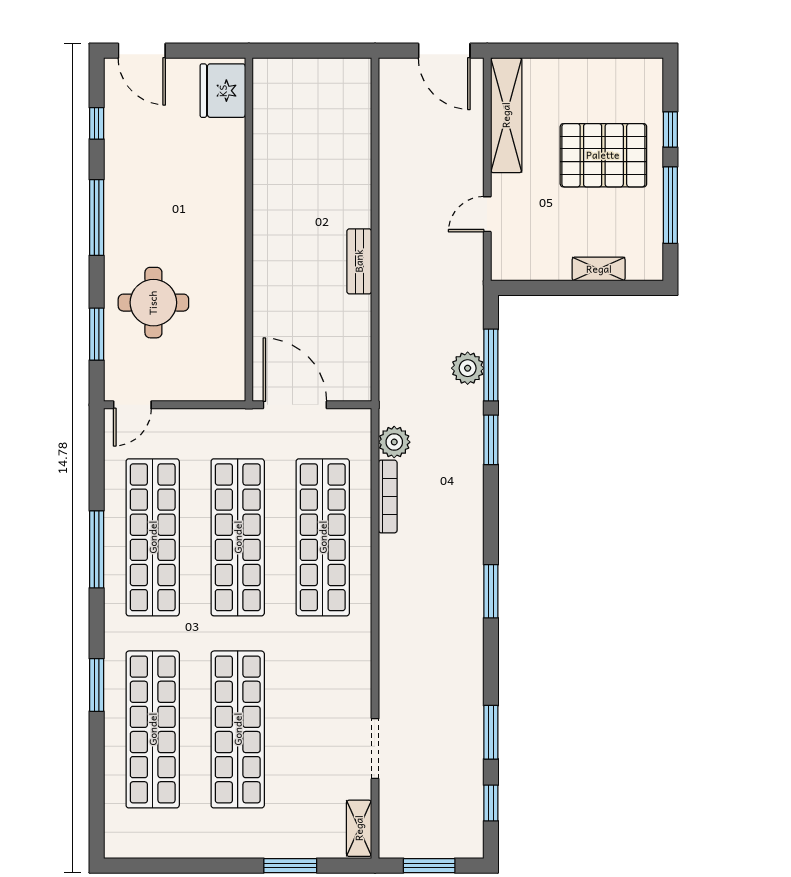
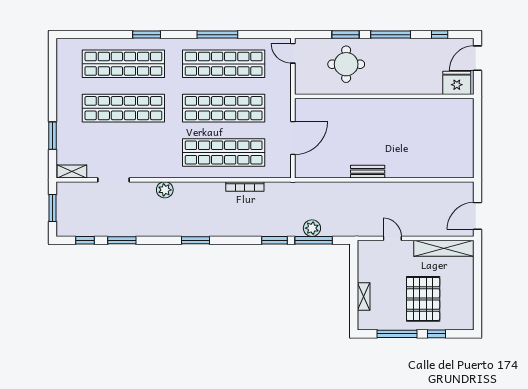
fridge: (223, 91) -> (457, 83), moved
wall: (249, 230) -> (384, 96), moved
window: (97, 334) -> (345, 35), moved
plant: (394, 442) -> (165, 190), moved

